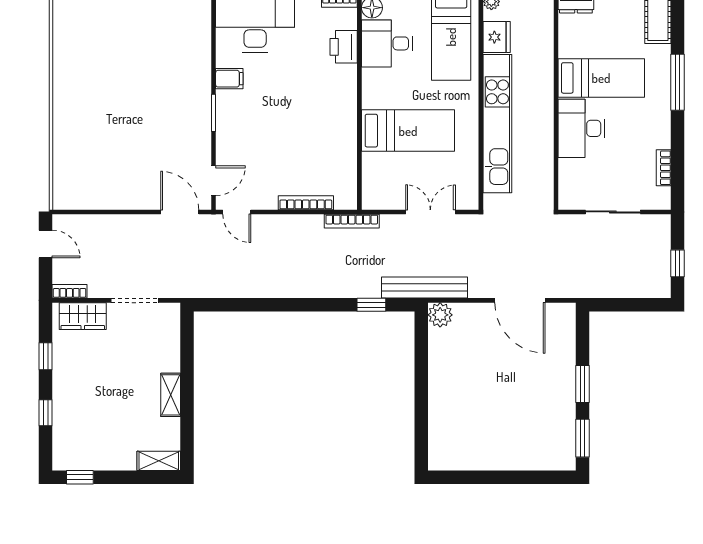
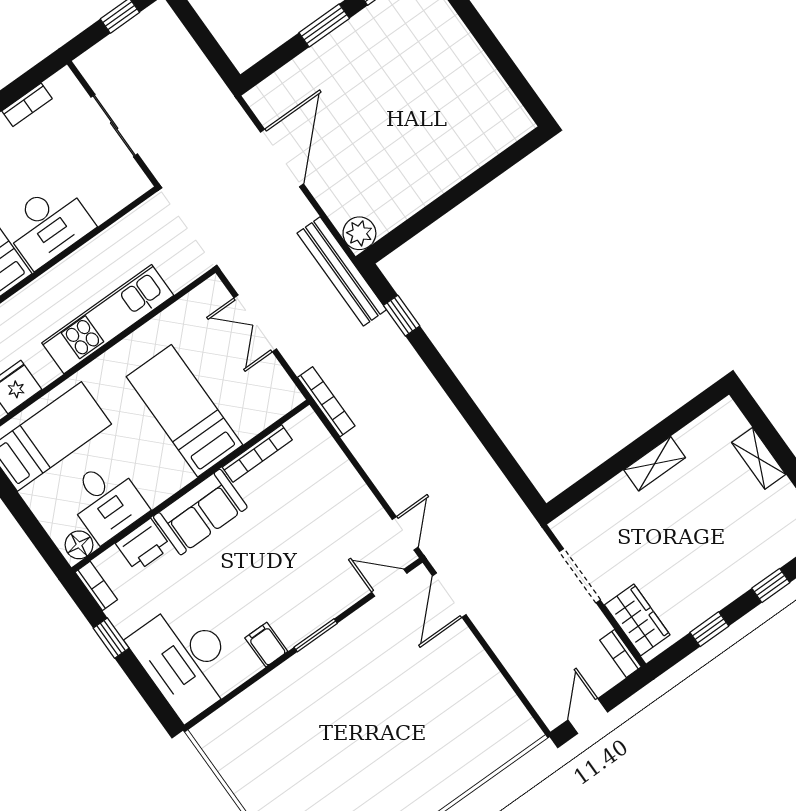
sofa: (339, 96) -> (200, 512), added
kitchen unit: (497, 124) -> (108, 319), width x0.73
bookcase: (306, 203) -> (257, 453), moved, turned -90
shelving: (159, 461) -> (759, 458), moved

